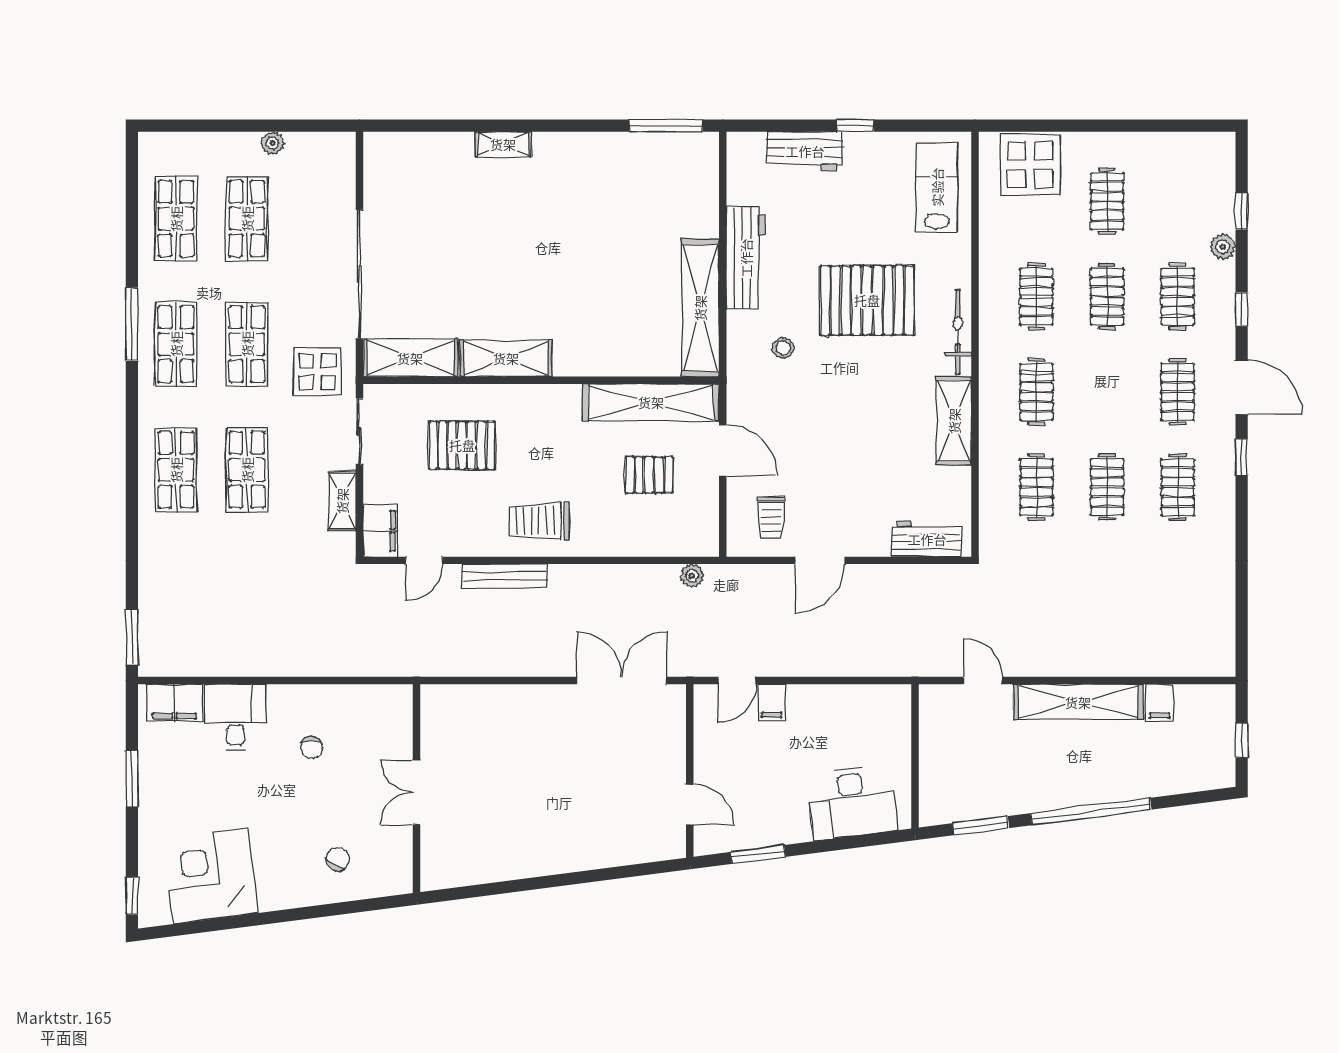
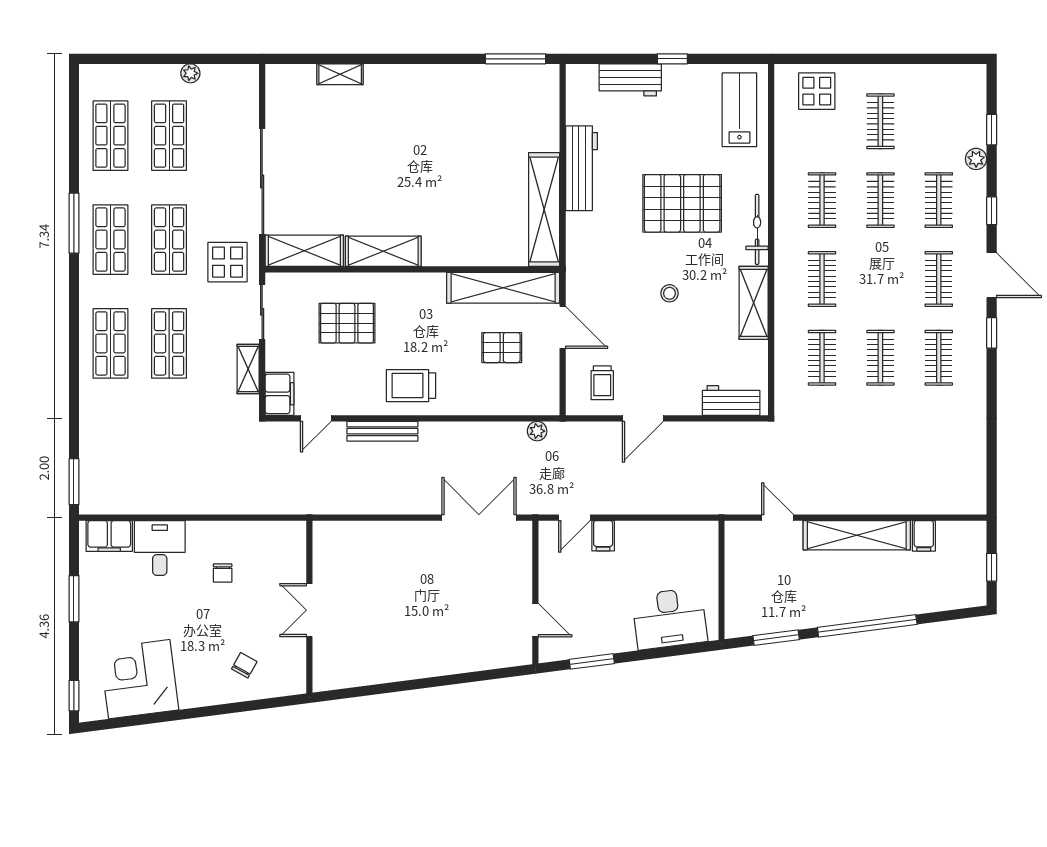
shelving: (503, 144) -> (340, 74), moved
display table: (1030, 165) -> (817, 91), width x0.73, depth x0.73
stool: (783, 348) -> (670, 293), moved

